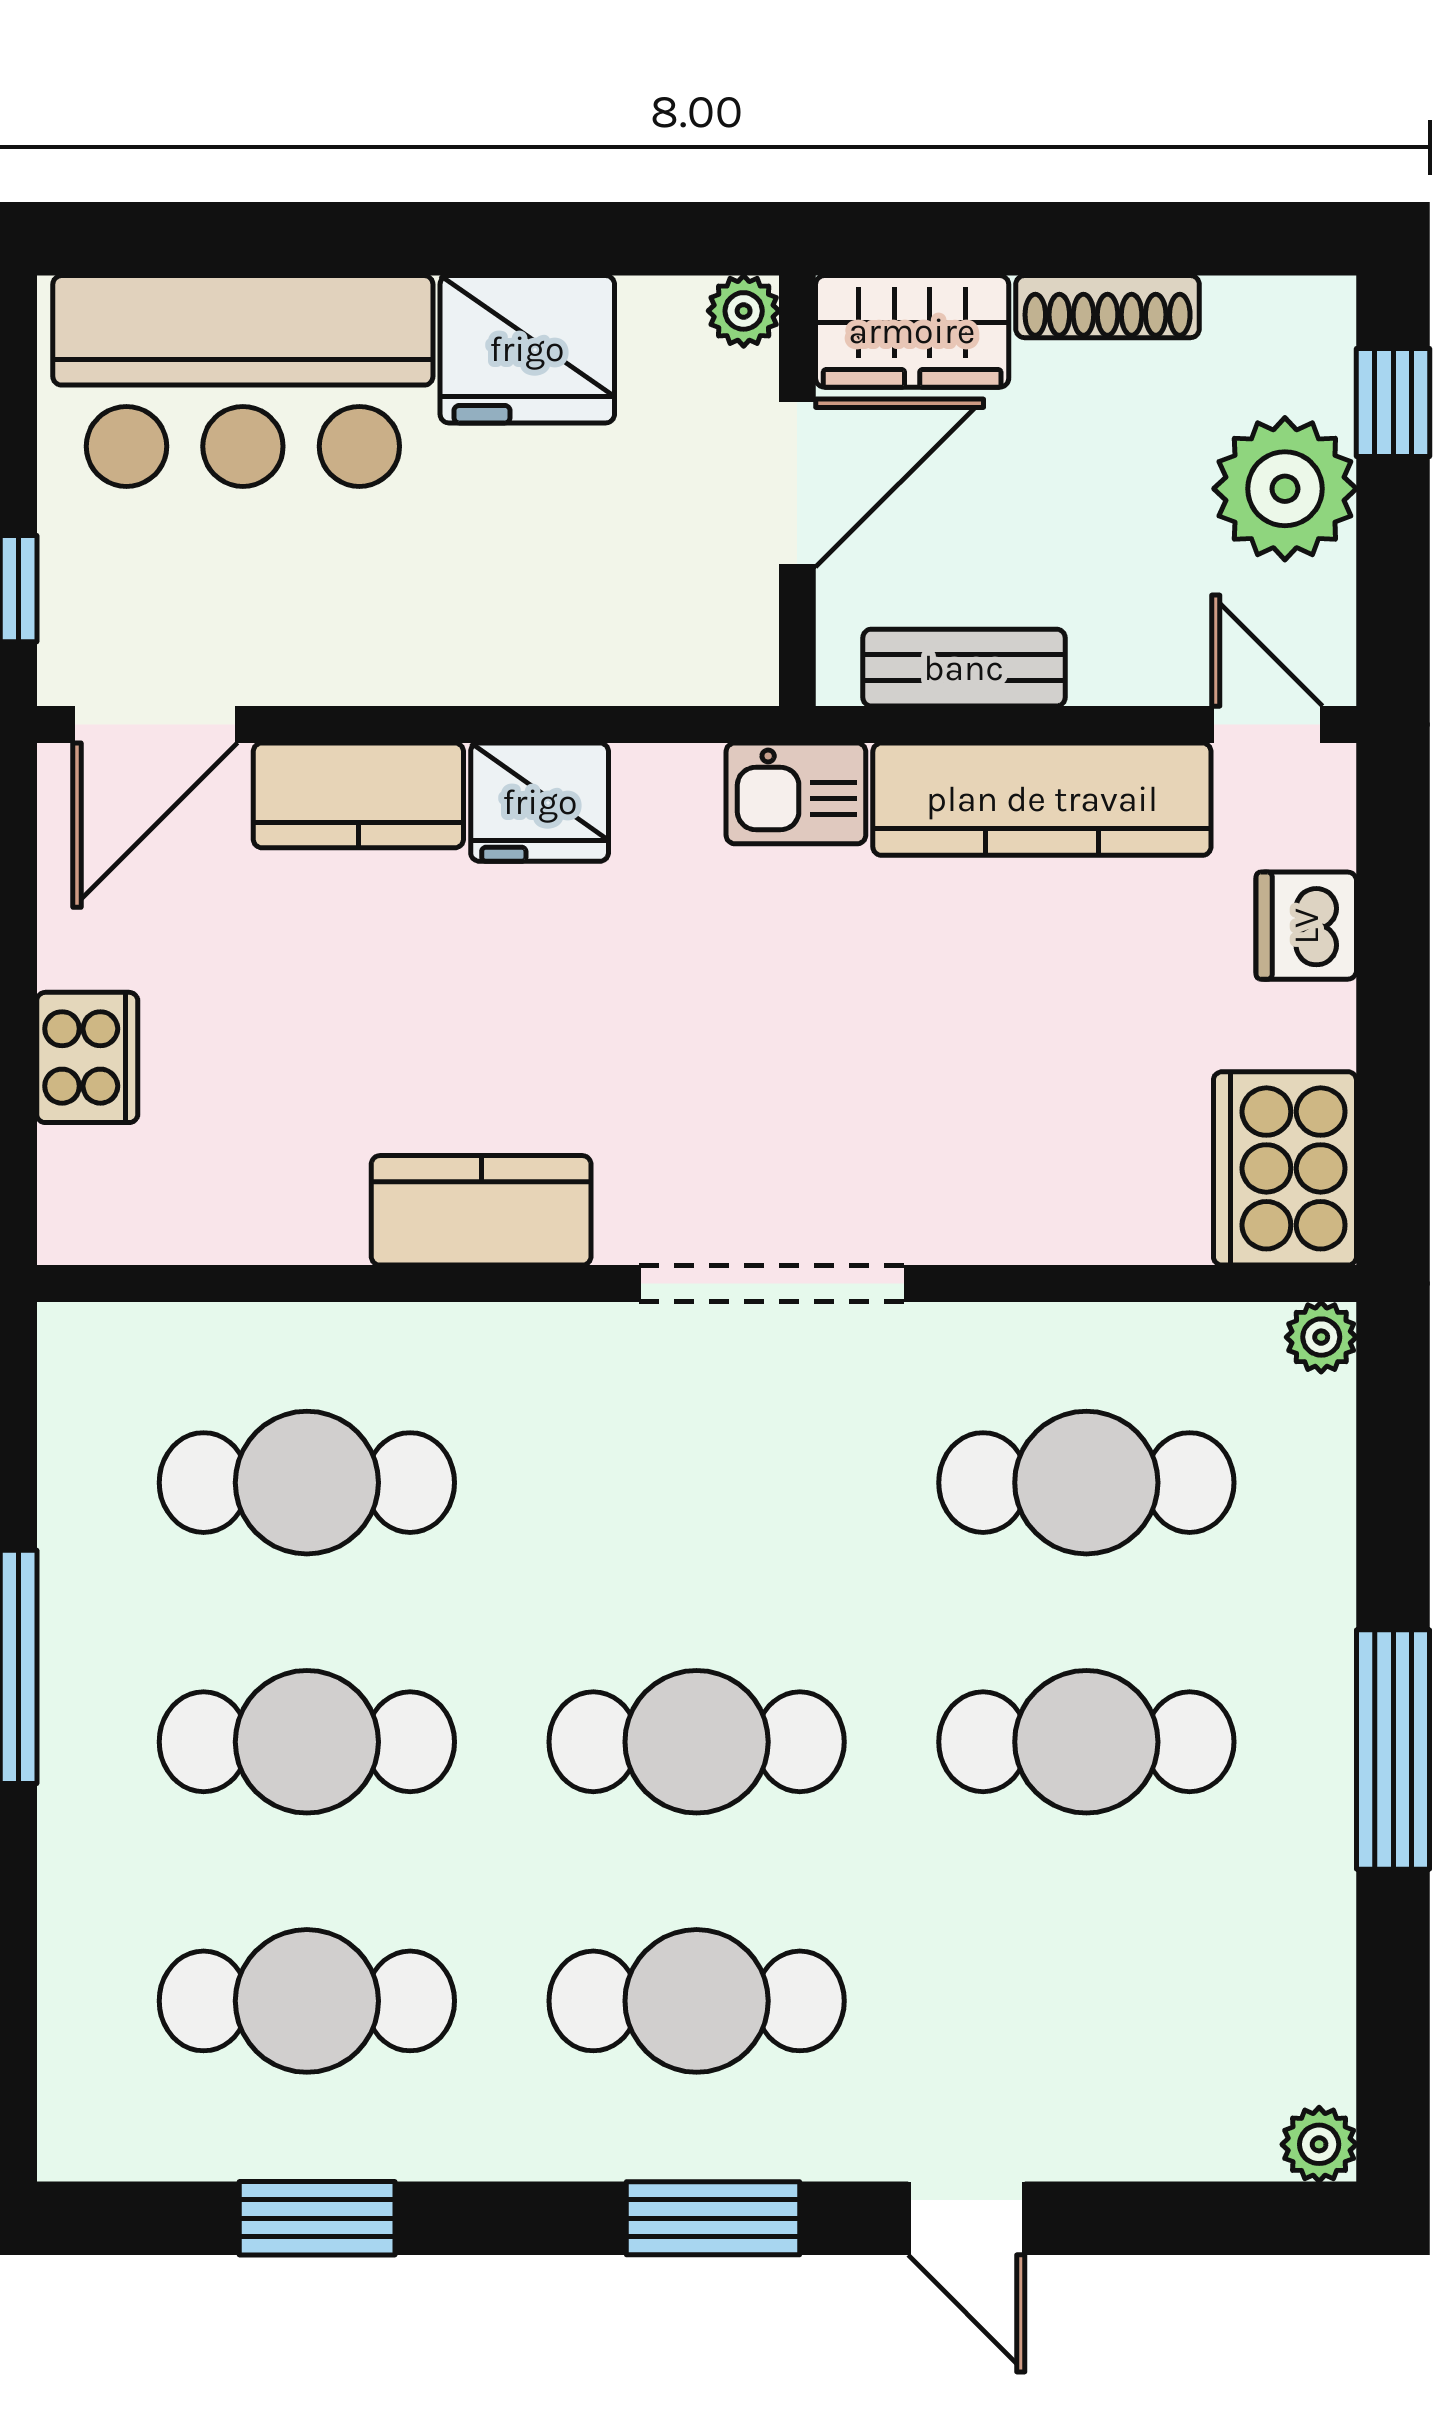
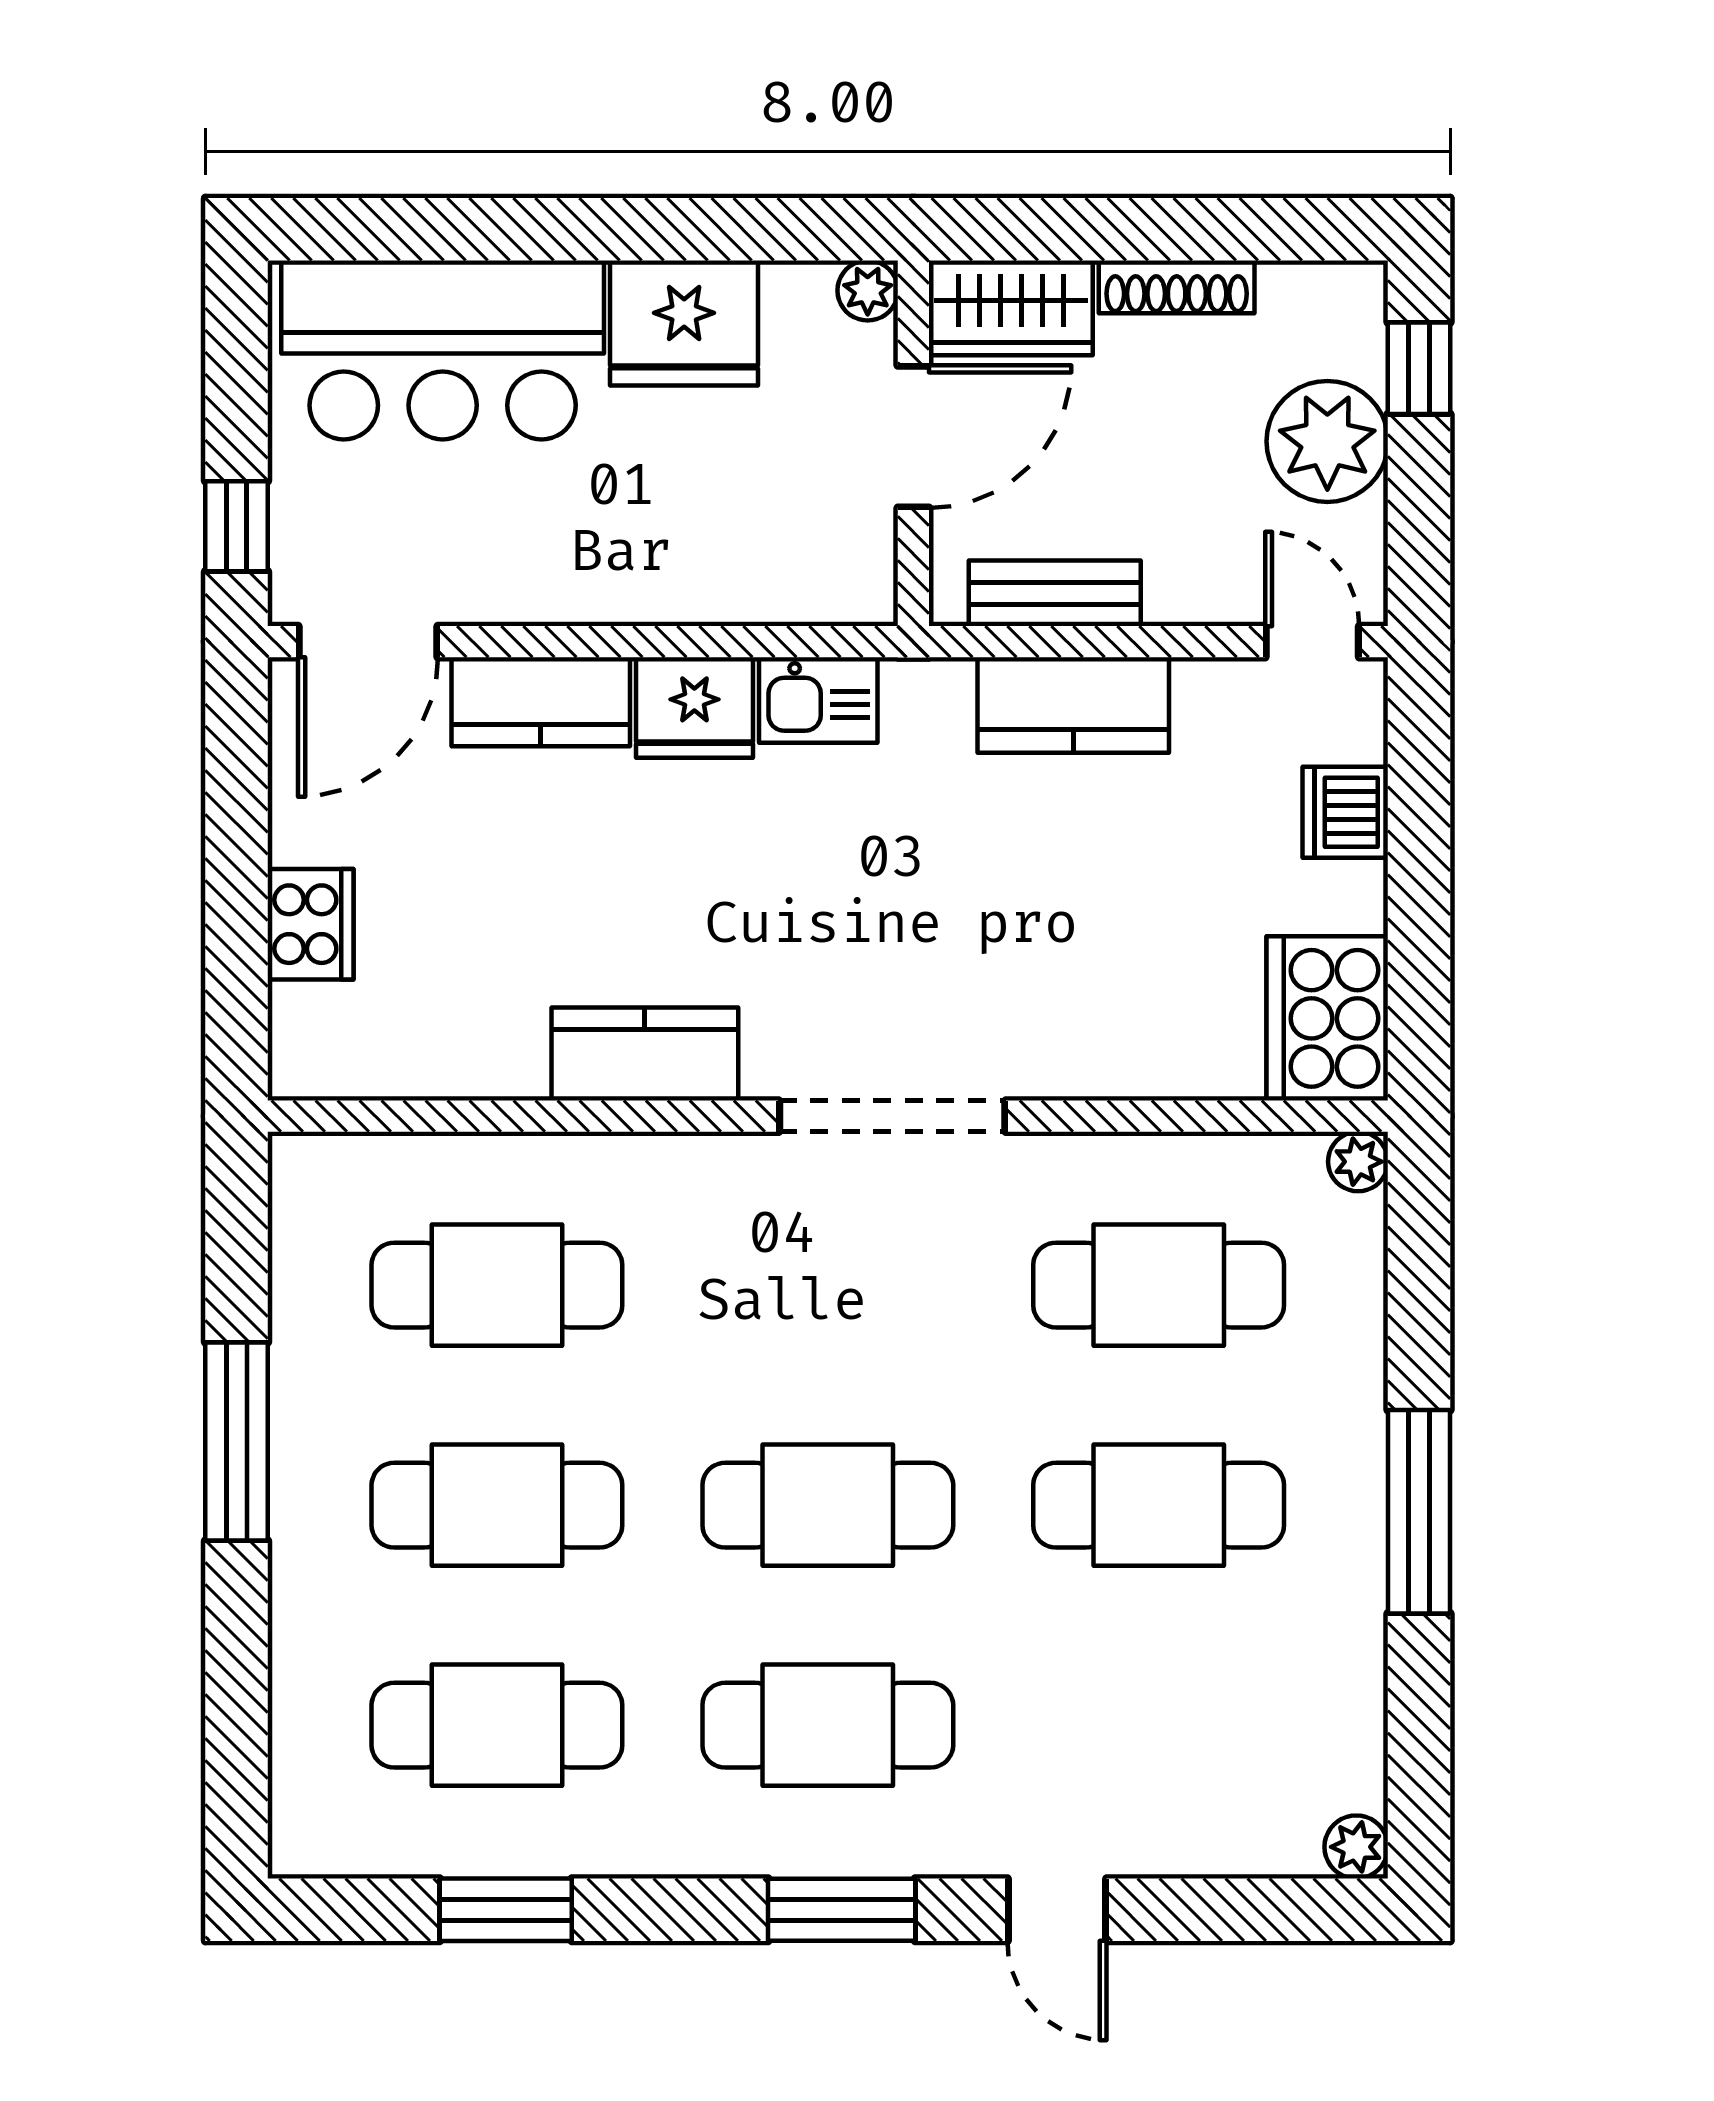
kitchen sink: (796, 793) -> (818, 700), moved
kitchen counter: (1042, 799) -> (1073, 705), width x0.67

